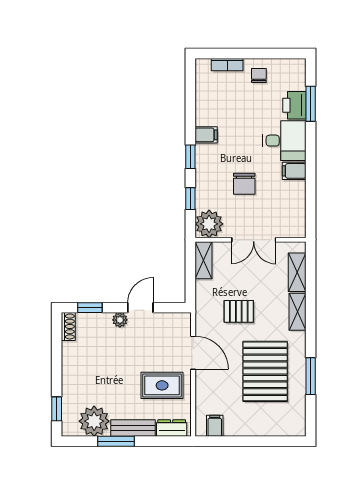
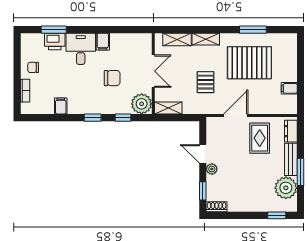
filing cabinet: (206, 135) -> (61, 106), moved
filing cabinet: (215, 426) -> (289, 88), moved

